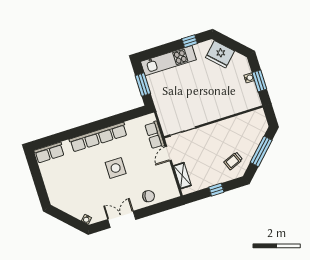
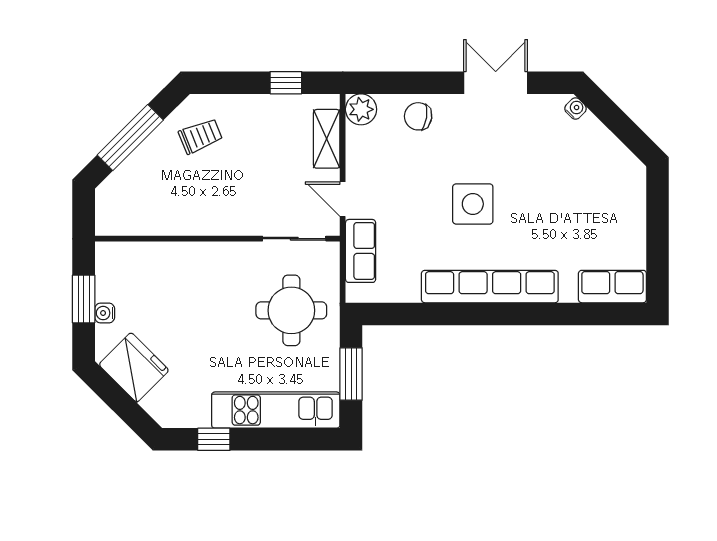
fridge: (220, 54) -> (134, 367), moved
round table: (175, 103) -> (291, 310), added
door: (168, 154) -> (343, 199), swing flipped
window: (216, 190) -> (286, 83), moved
plant: (172, 192) -> (361, 109), added
double door: (122, 219) -> (496, 83), swing flipped

